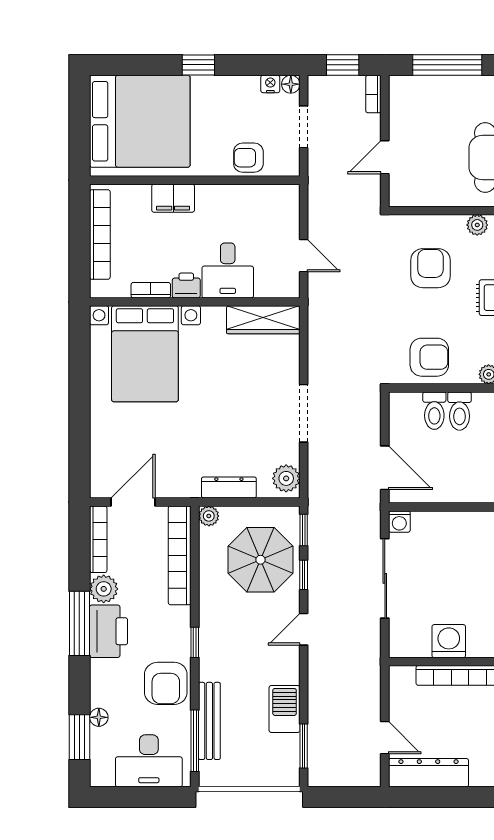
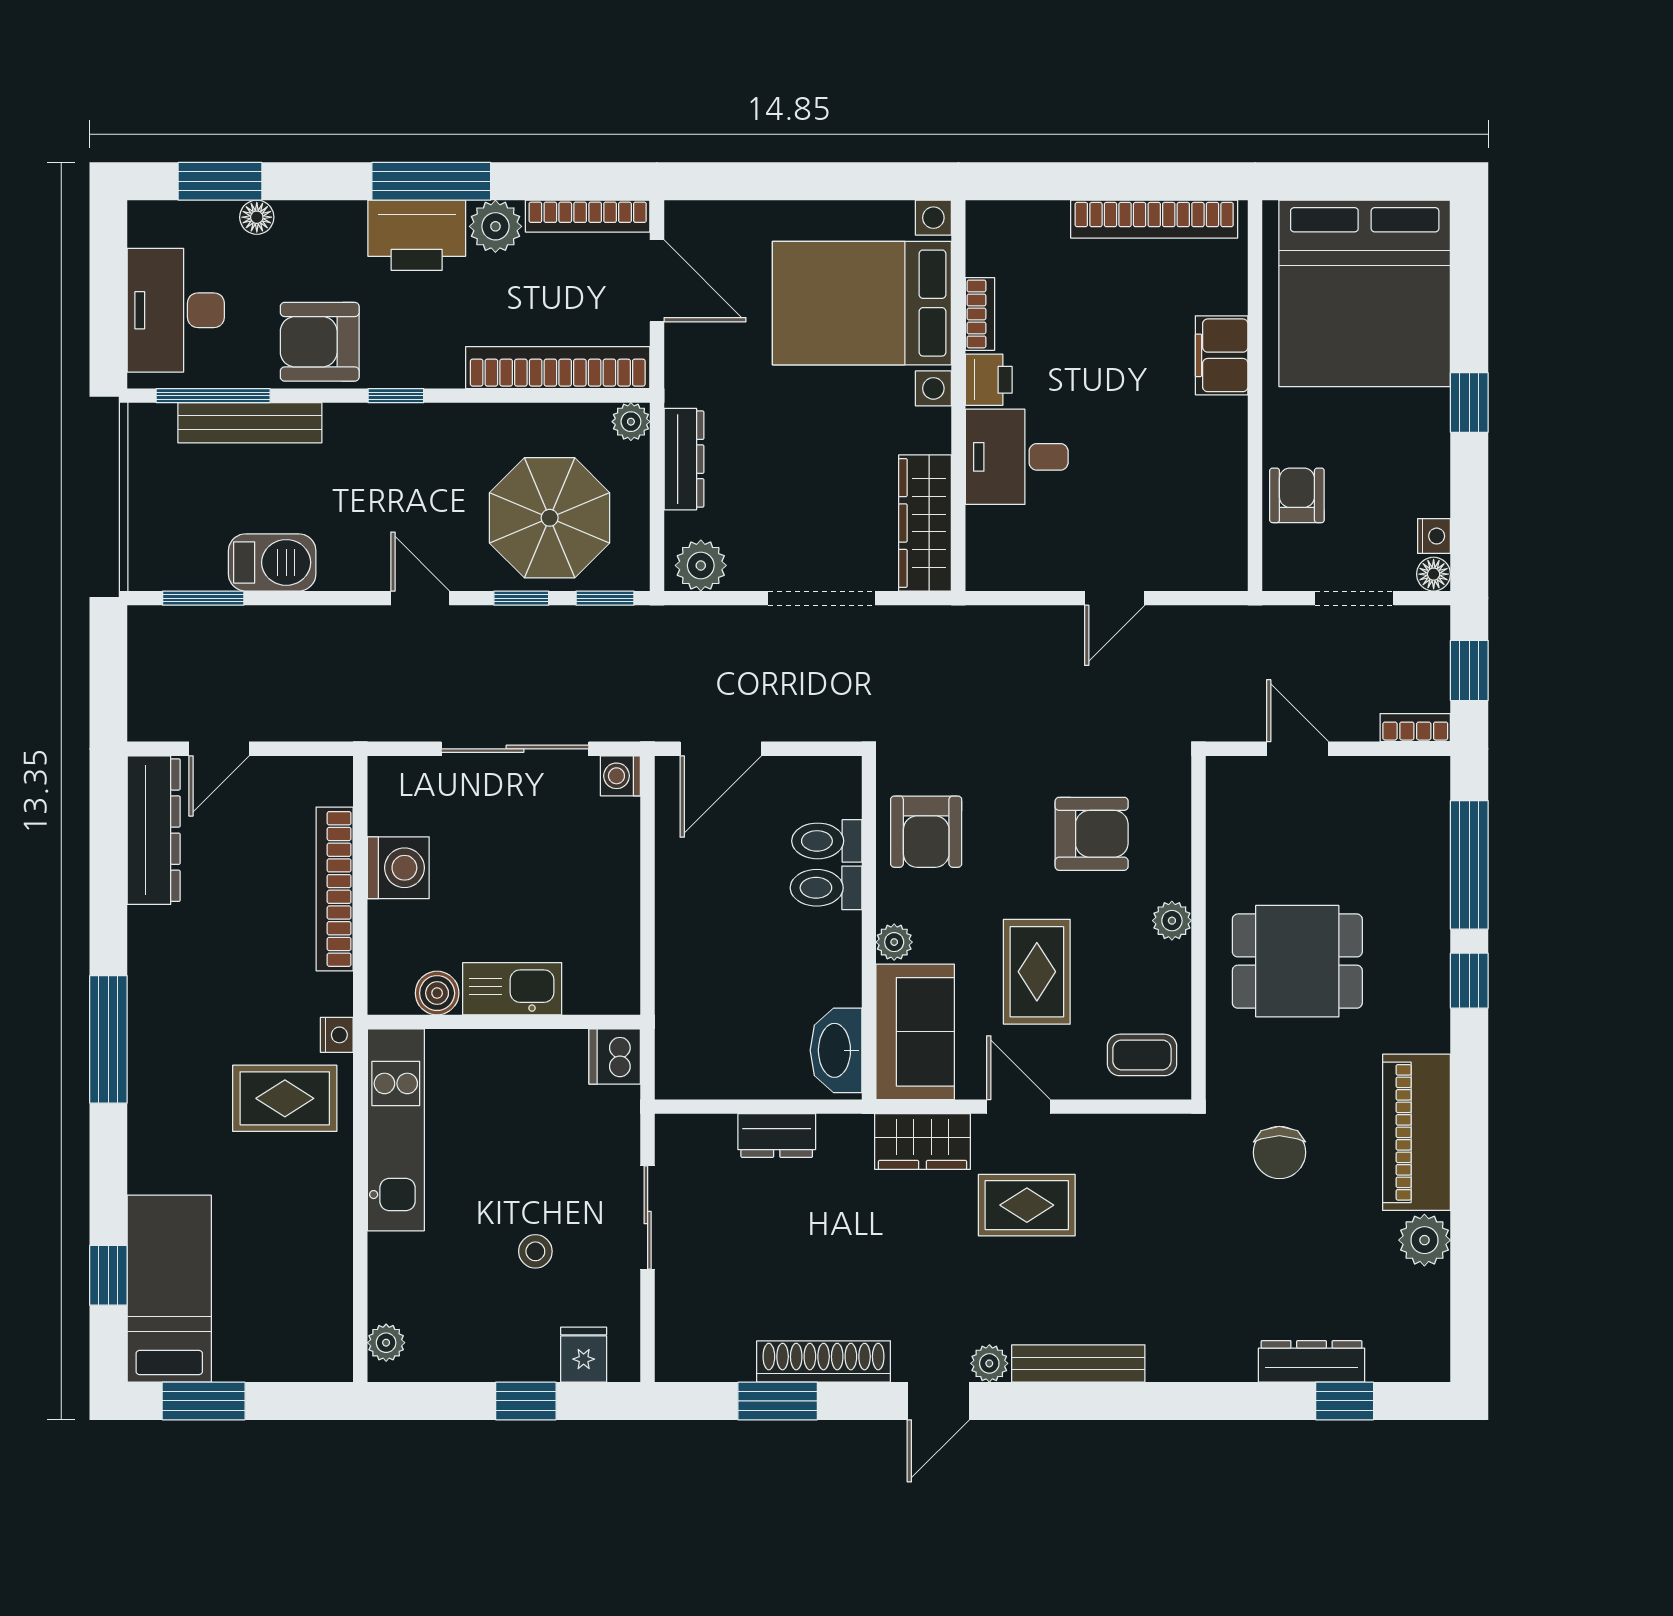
desk: (228, 270) -> (1017, 457), moved
printer: (186, 285) -> (989, 380), moved
bookcase: (151, 290) -> (980, 314), moved
wall: (195, 302) -> (958, 396), moved
wardrobe: (263, 320) -> (925, 523), moved
bed with nightstands: (145, 354) -> (862, 303), moved

